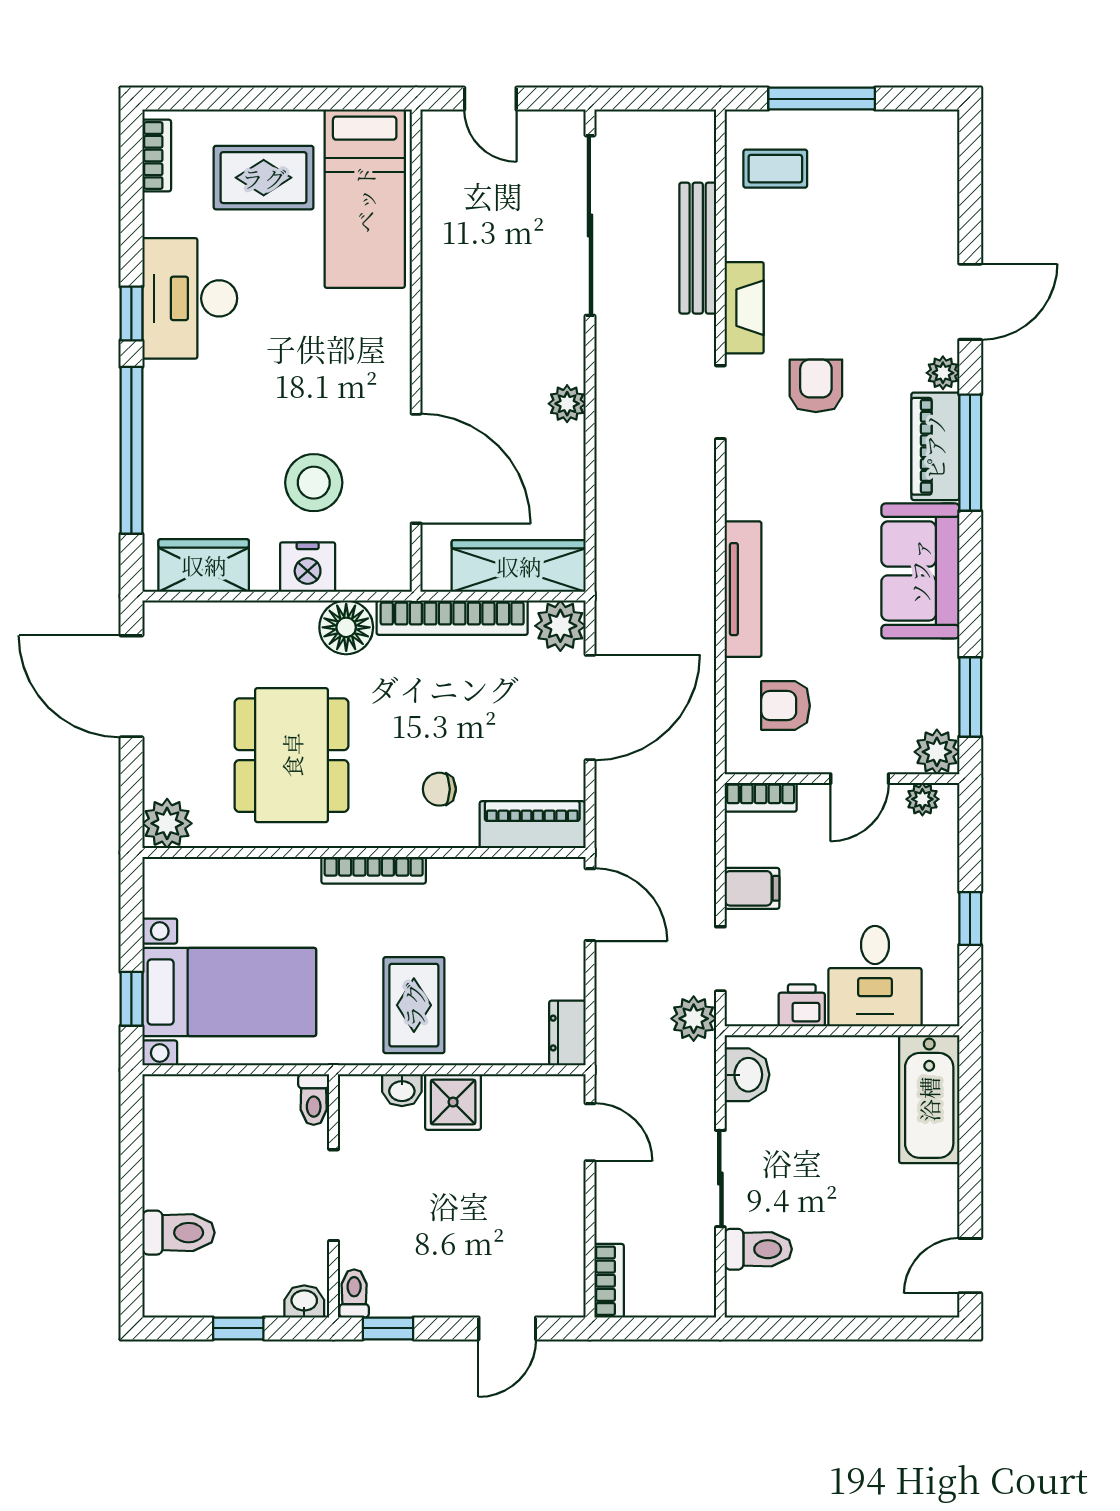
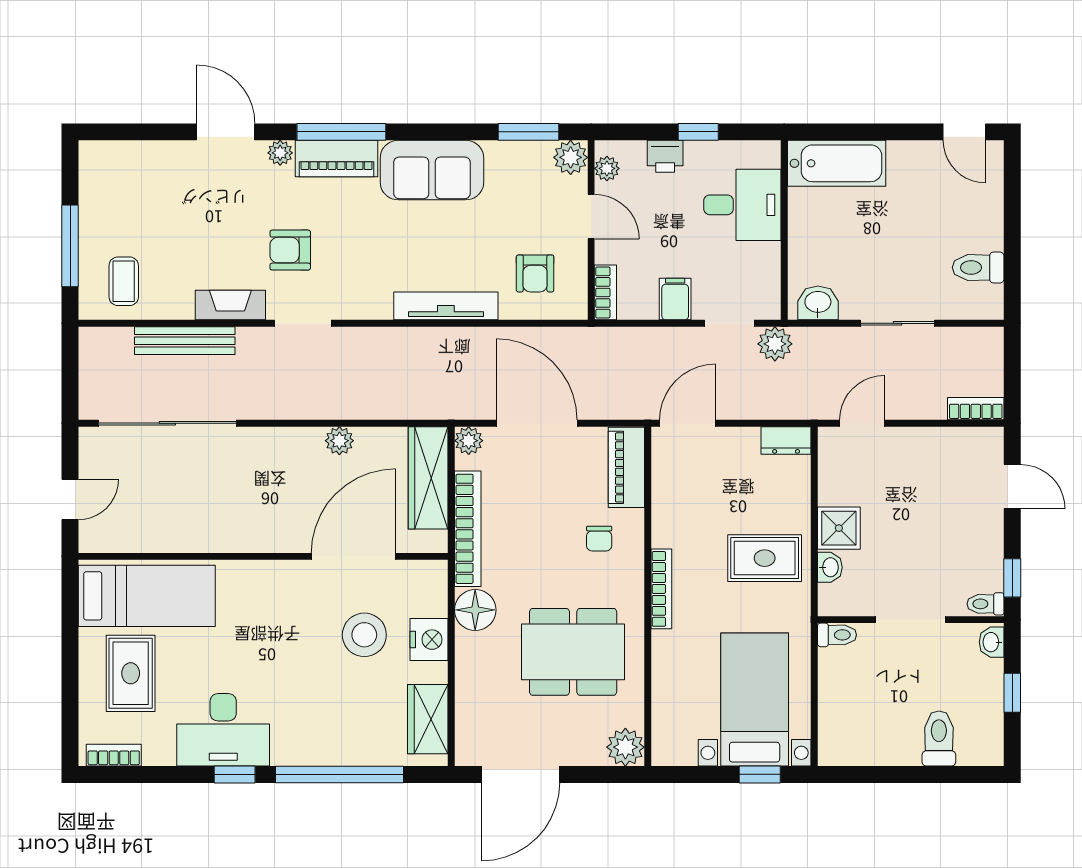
plant: (567, 404) -> (339, 441), moved
plant: (560, 626) -> (469, 441), width x0.73, depth x0.73
printer: (802, 1005) -> (665, 156), moved, turned -90
toilet: (758, 1249) -> (978, 268), moved, turned -90

